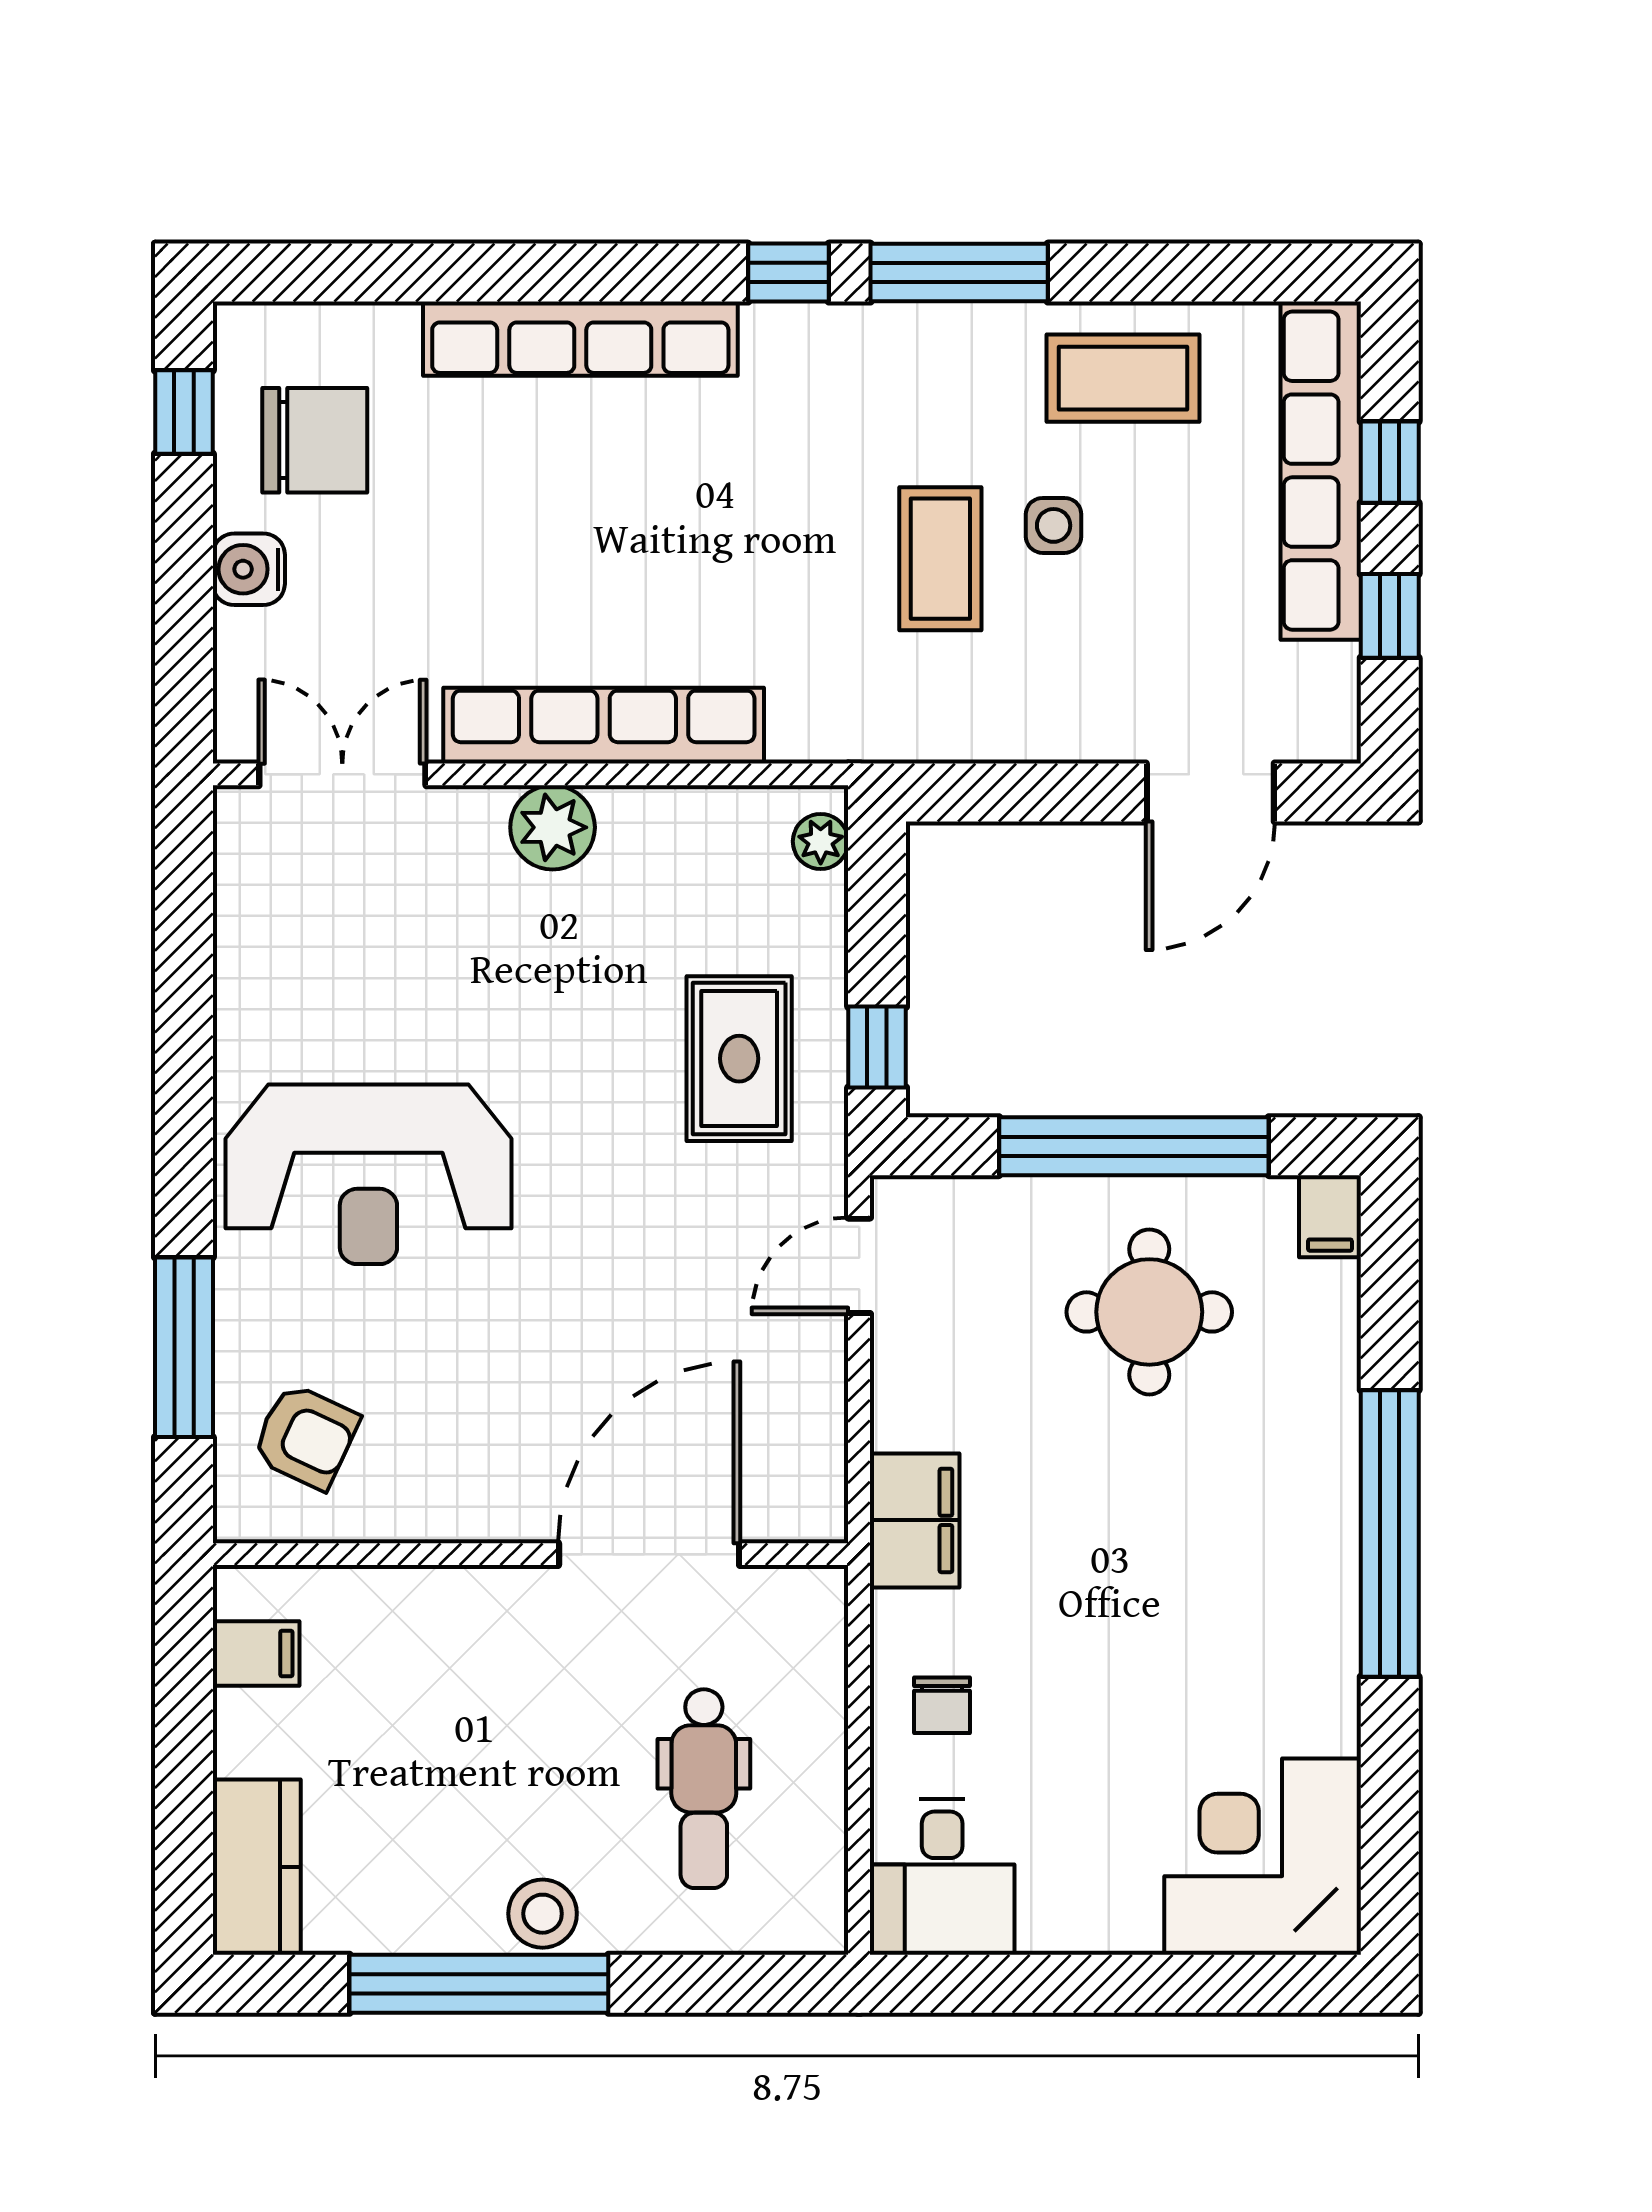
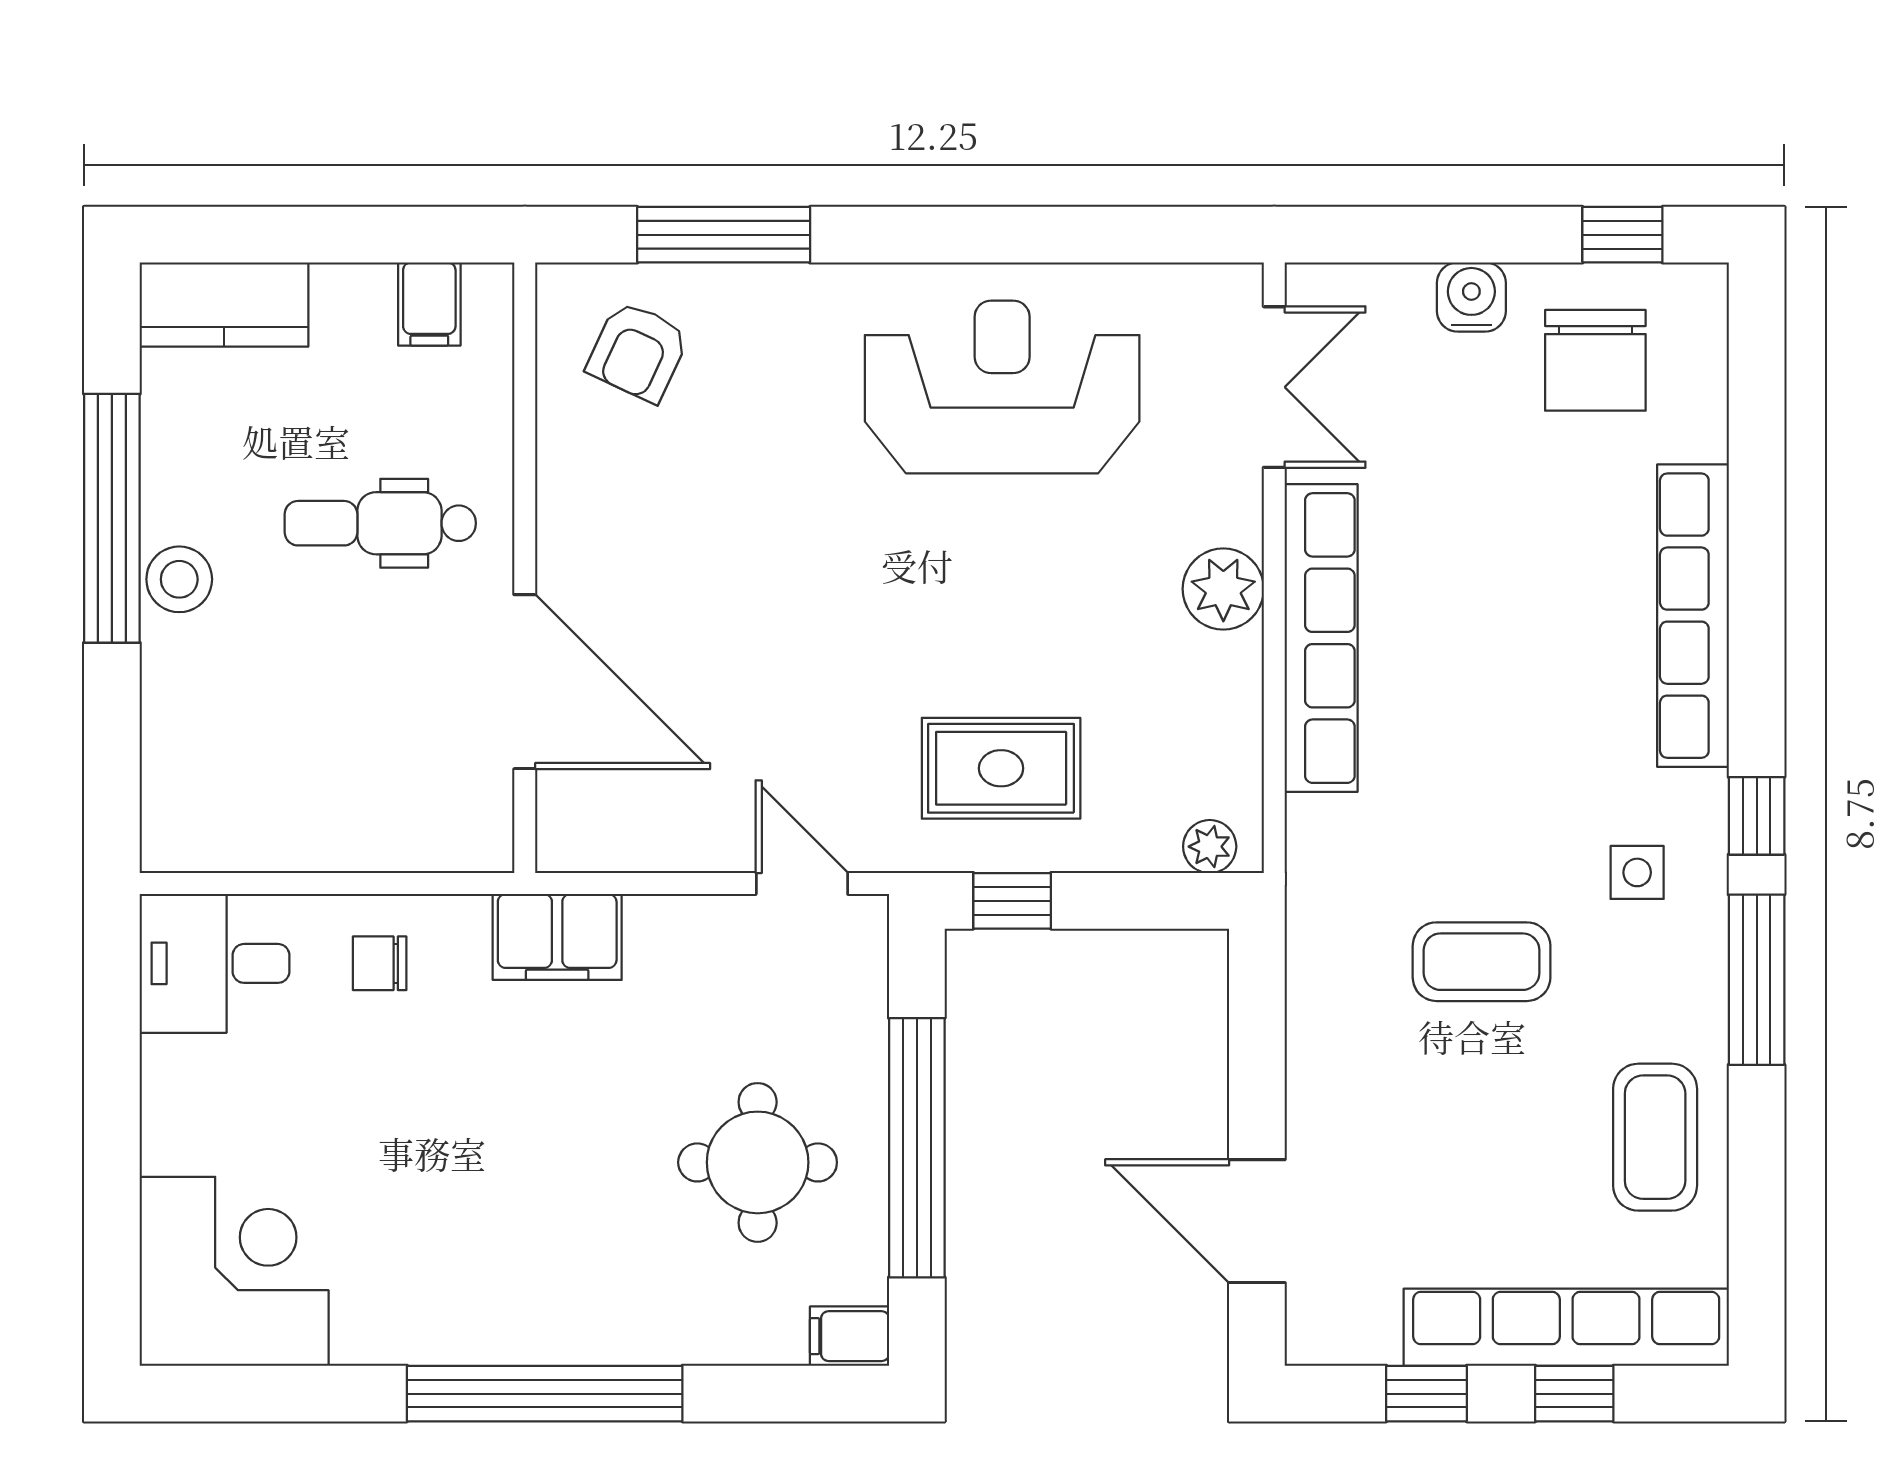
side table: (1054, 525) -> (1637, 872), moved
reception desk: (368, 1174) -> (1002, 387), moved, turned 90
dental chair: (704, 1789) -> (380, 523), moved

